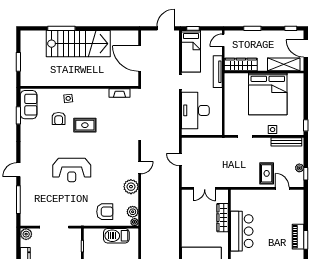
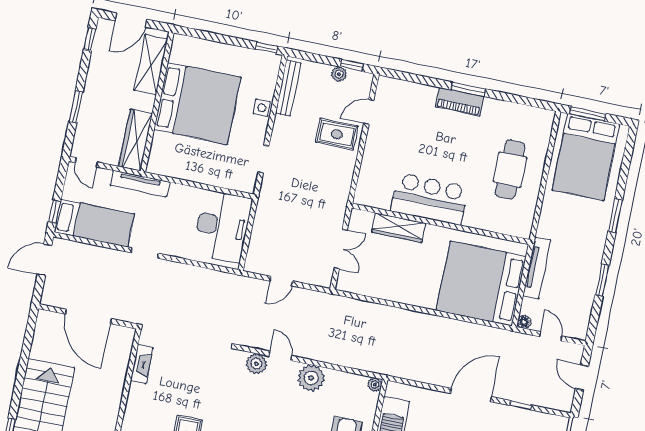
door: (166, 28) -> (45, 260), hinge flipped
door: (140, 58) -> (88, 316), hinge flipped
desk: (195, 110) -> (222, 226), moved, turned -90
plant: (133, 212) -> (256, 364), moved

